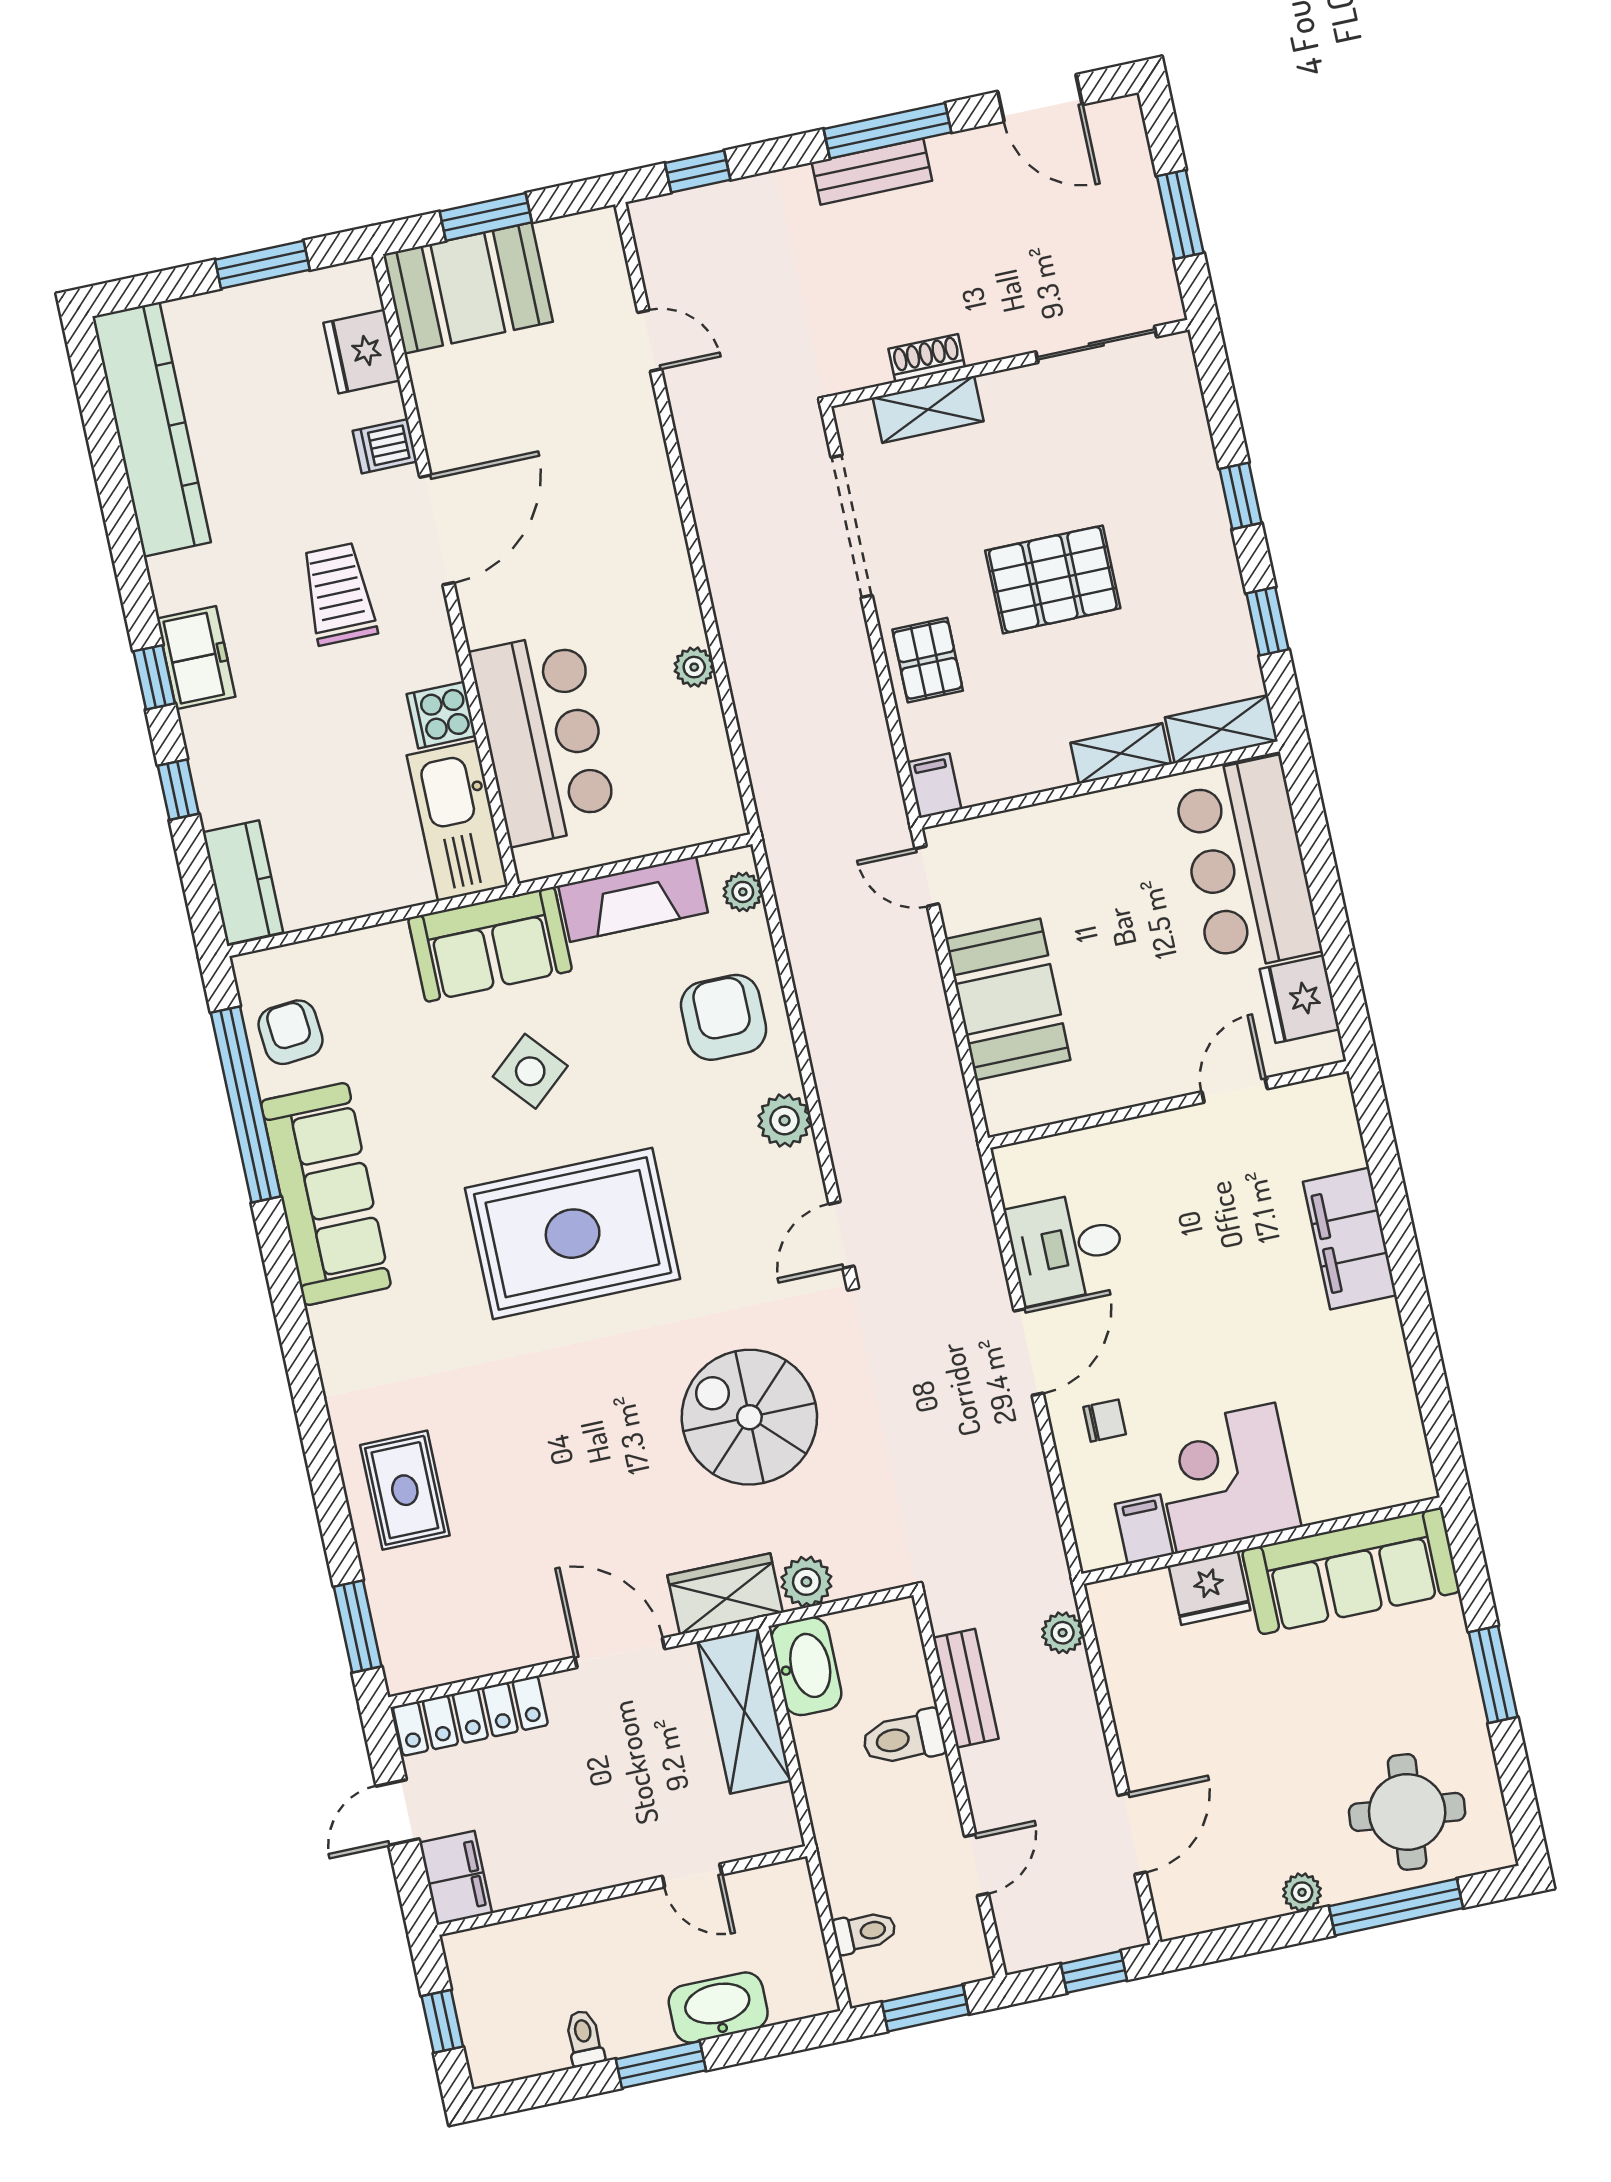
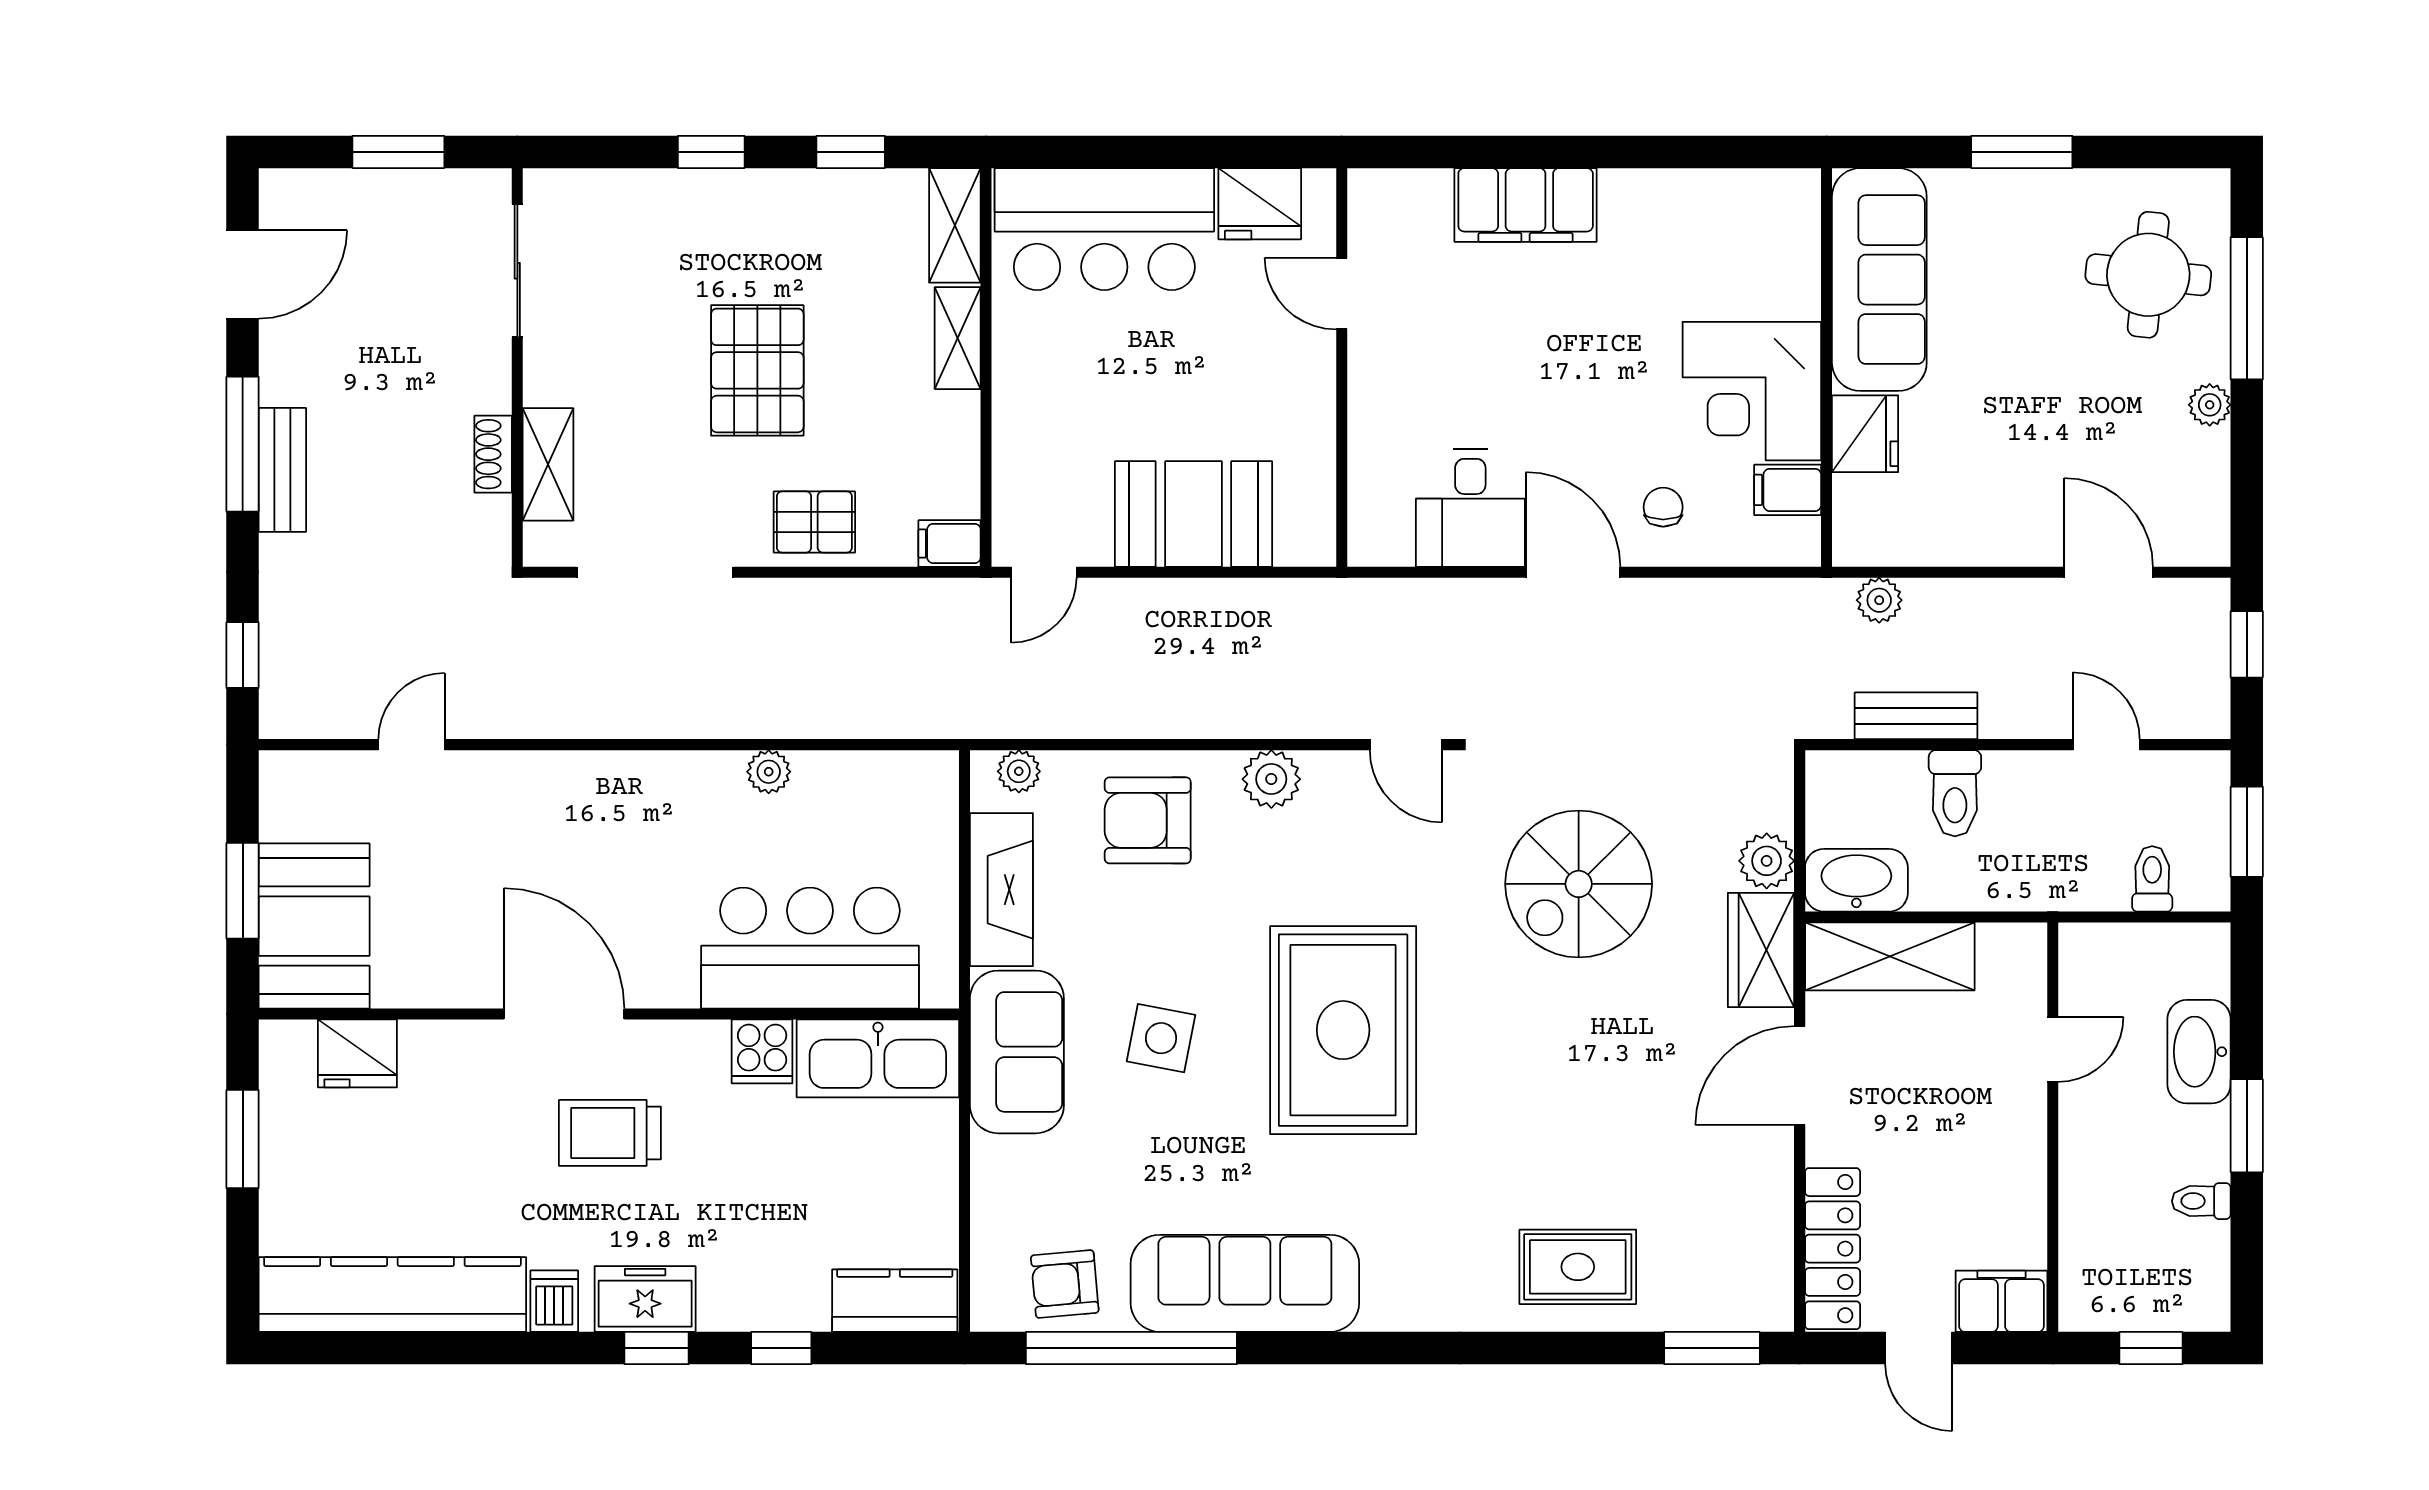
dishwasher: (385, 446) -> (554, 1301), moved, turned 180
side table: (530, 1071) -> (1161, 1038), turned -38

